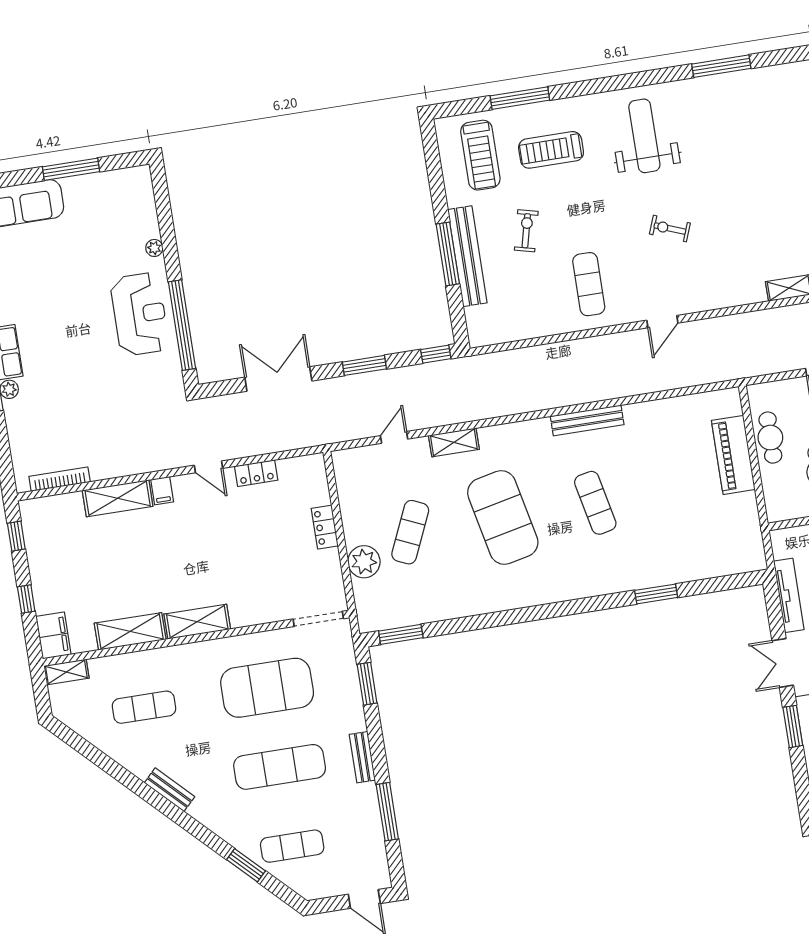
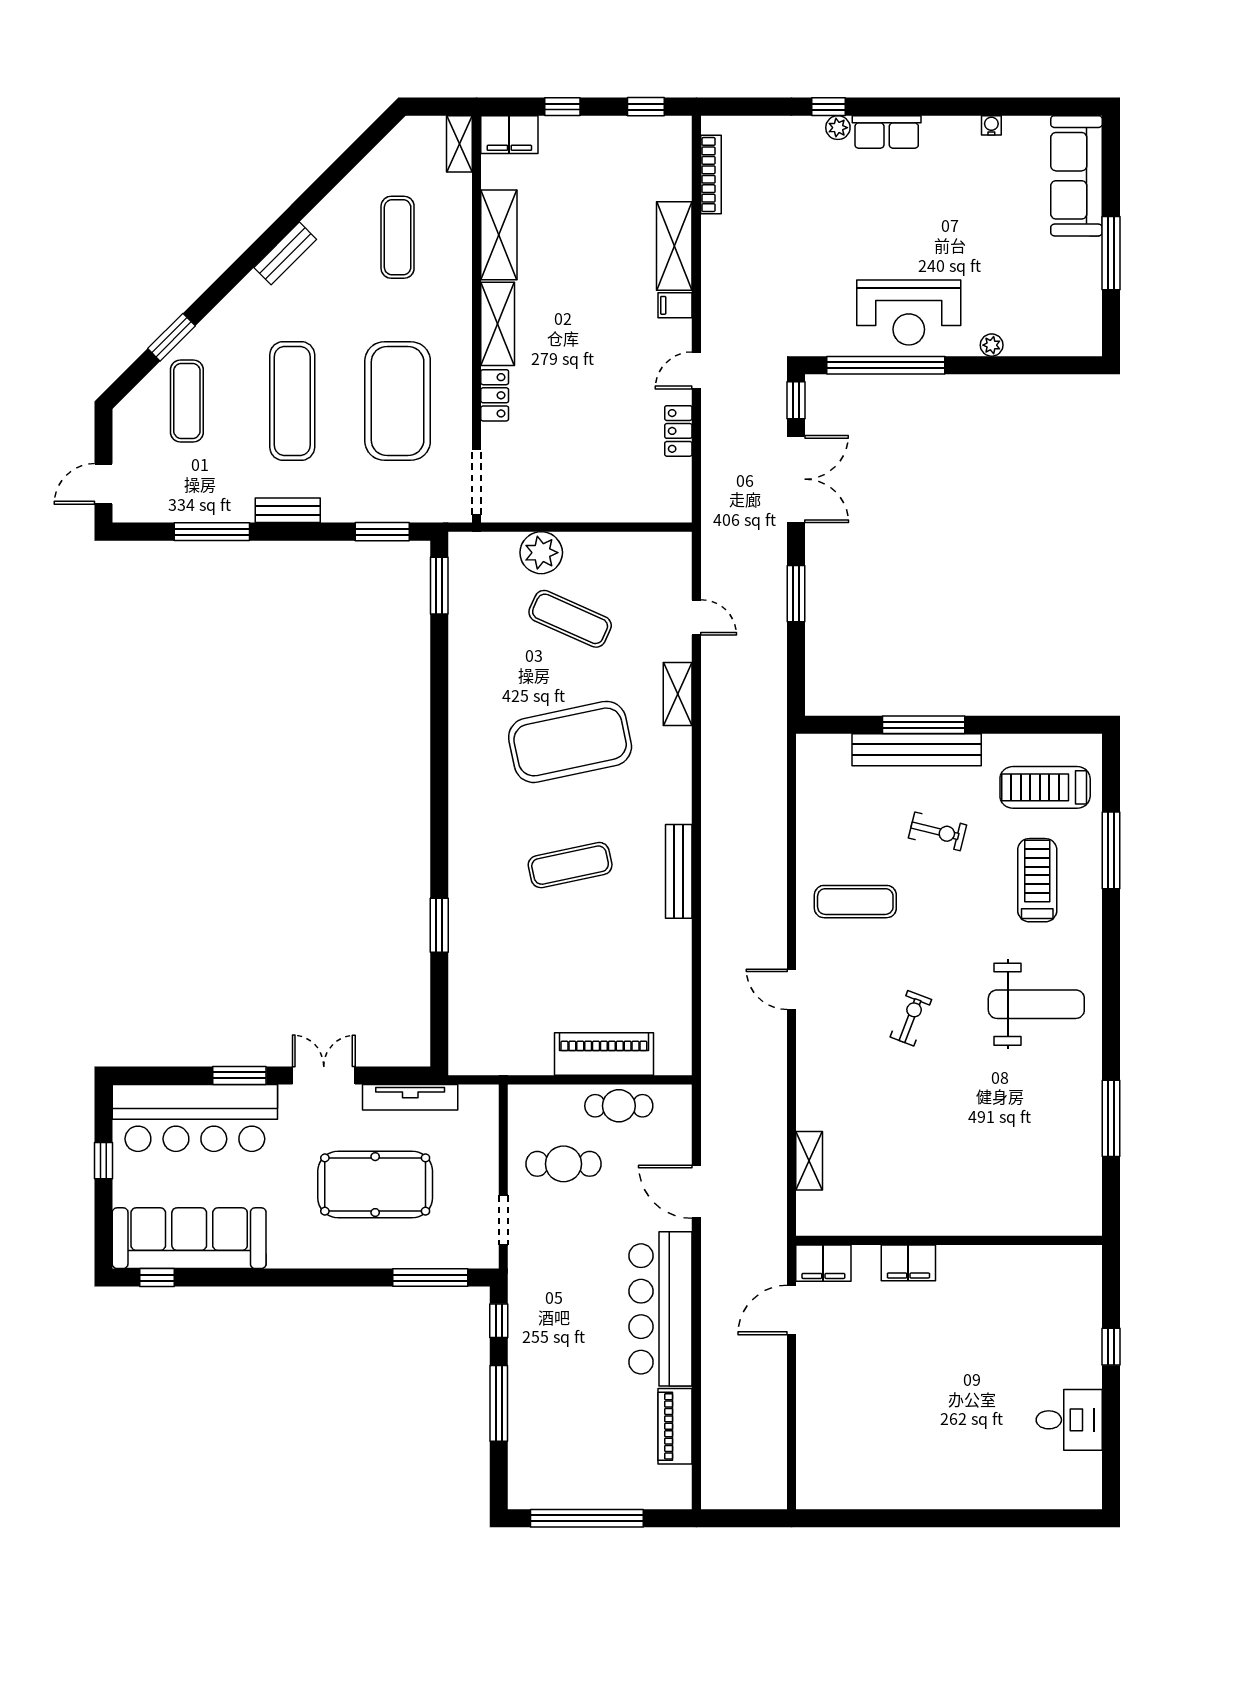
window: (436, 354) -> (796, 400), moved
locker: (325, 527) -> (495, 395), moved, turned 90

